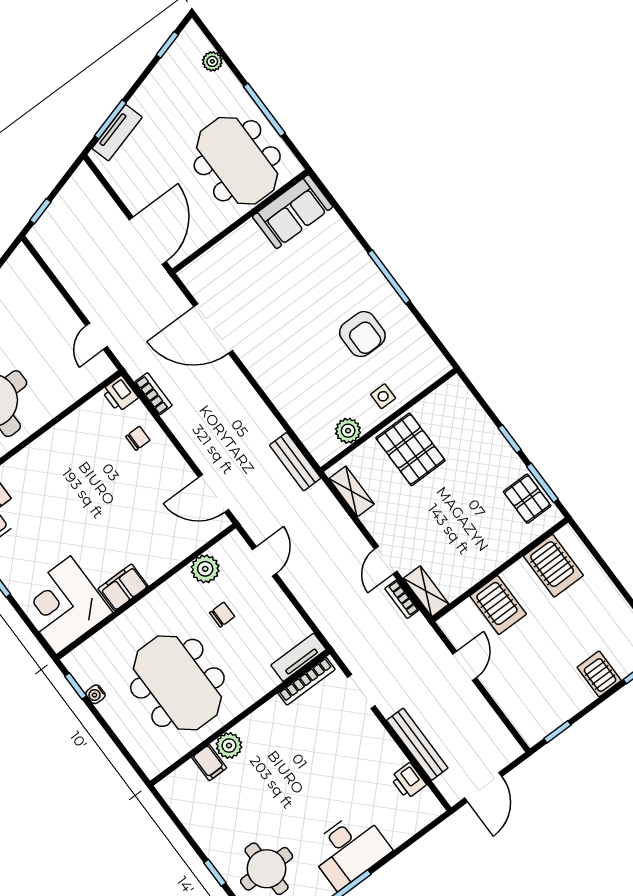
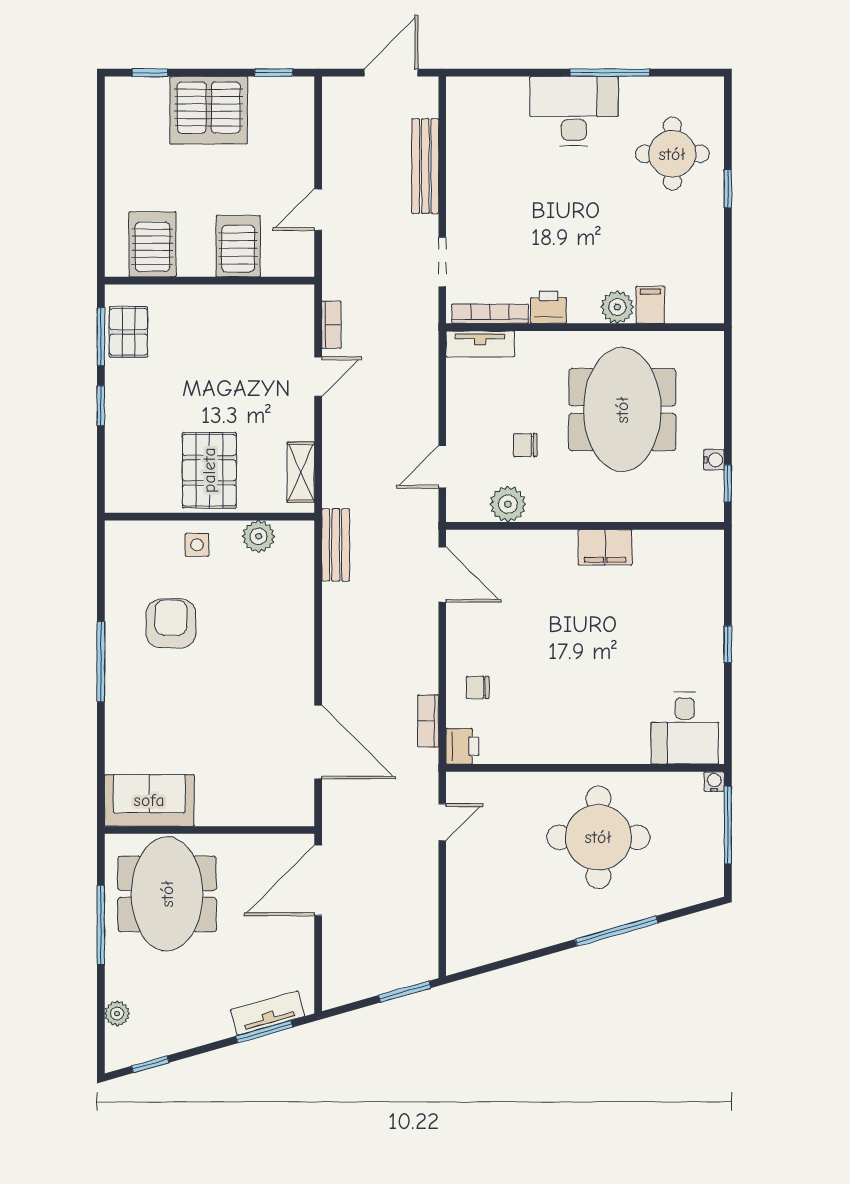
window: (40, 211) -> (405, 992), width x1.50
shelving: (426, 591) -> (301, 315), removed
corner desk: (63, 605) -> (679, 574), removed
server rack: (599, 674) -> (209, 110), width x2.18, depth x1.44
printer: (408, 781) -> (549, 307), moved, turned -90

